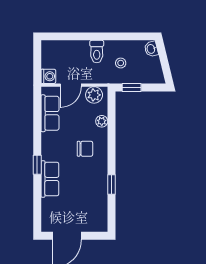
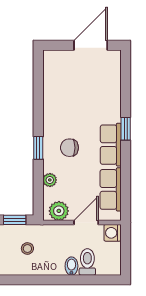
bidet: (83, 48) -> (71, 266), added
toilet: (97, 52) -> (87, 262), moved
row of seats: (50, 179) -> (111, 145), moved
window: (111, 185) -> (38, 148), moved

